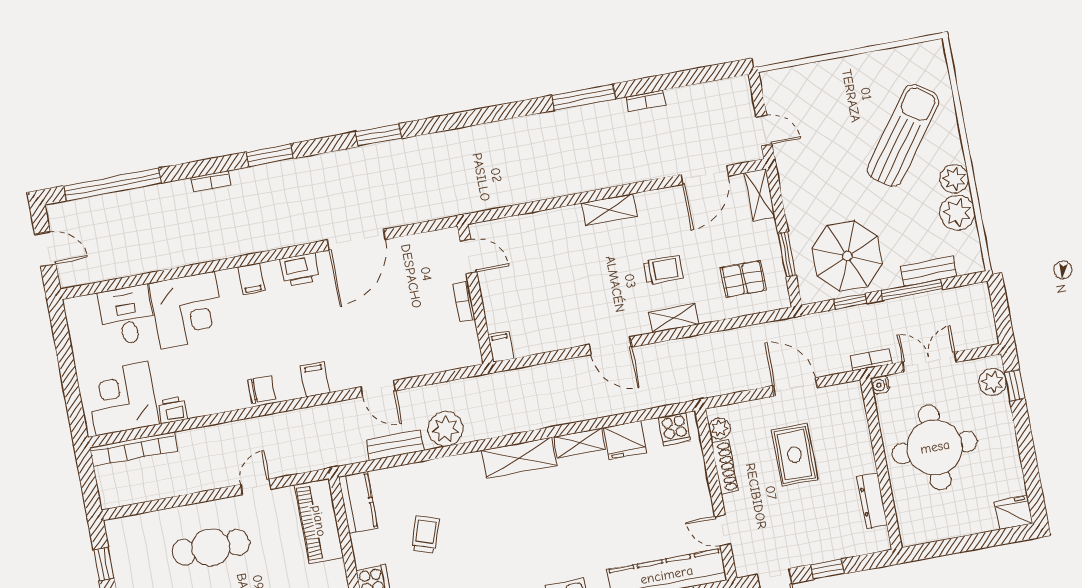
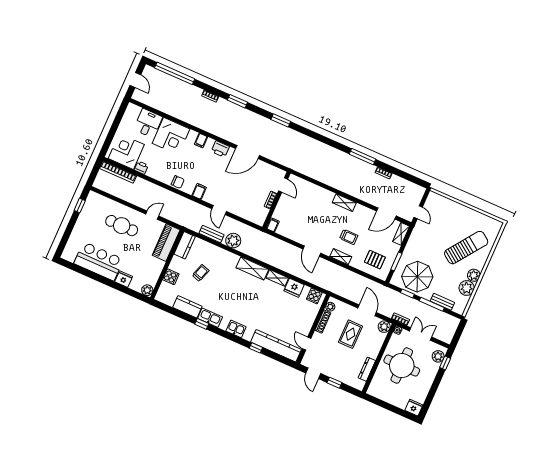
plant: (849, 396) -> (384, 327), added

